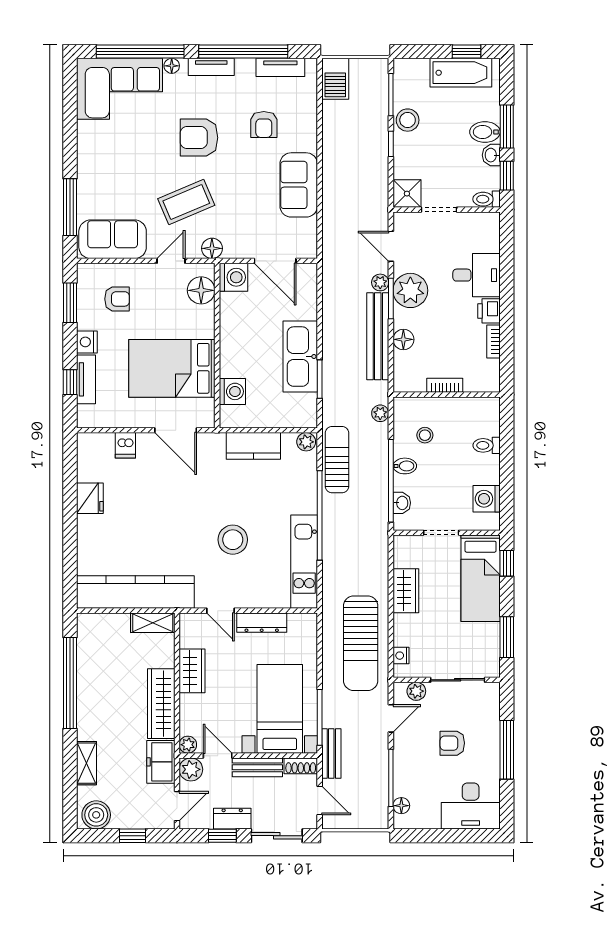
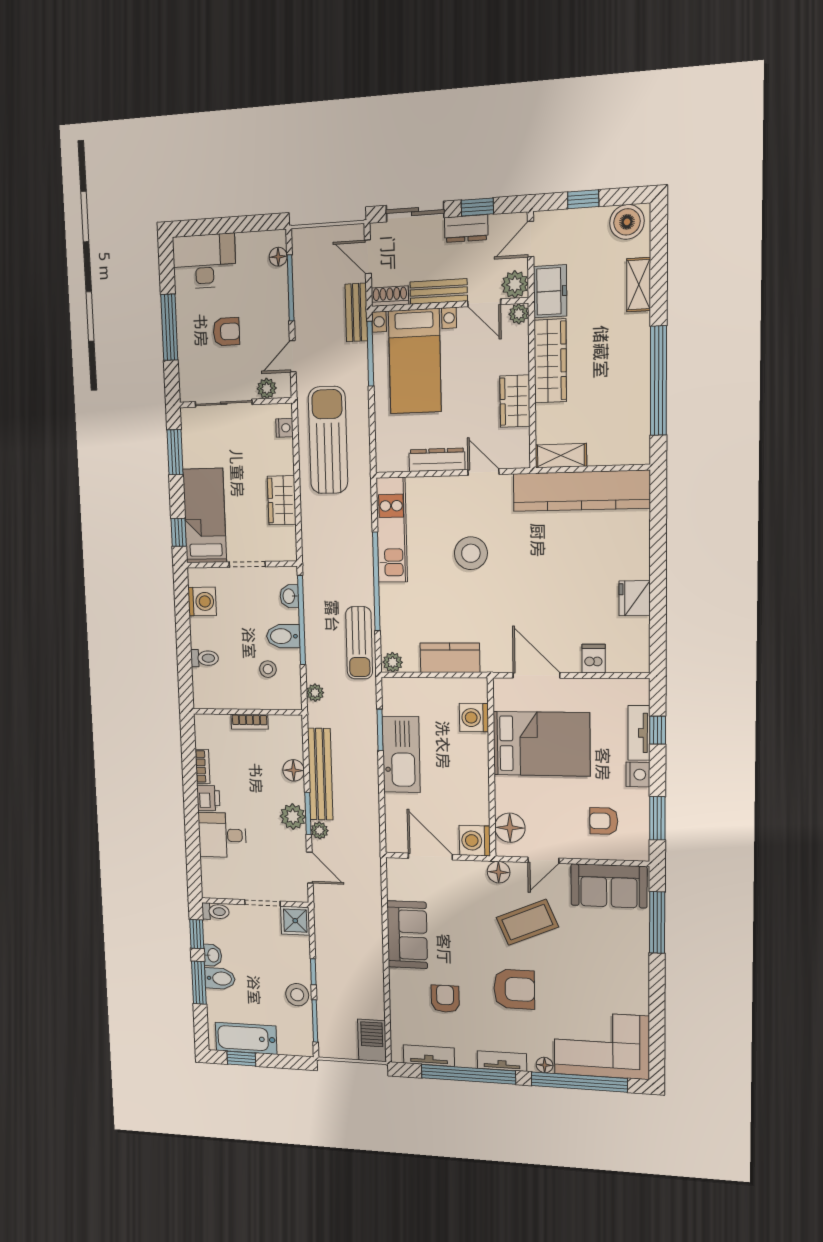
plant: (410, 290) -> (293, 817), width x0.73, depth x0.73
bidet: (405, 466) -> (283, 636), width x1.38, depth x1.36

